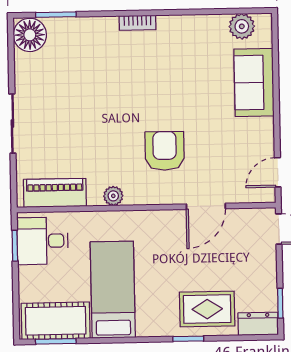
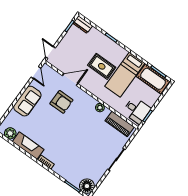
fireplace: (192, 29) -> (28, 146), added
sofa: (254, 82) -> (27, 101), moved
armchair: (165, 151) -> (61, 102), moved, turned -90
door: (278, 172) -> (36, 73), hinge flipped
rug: (207, 309) -> (102, 66), moved

